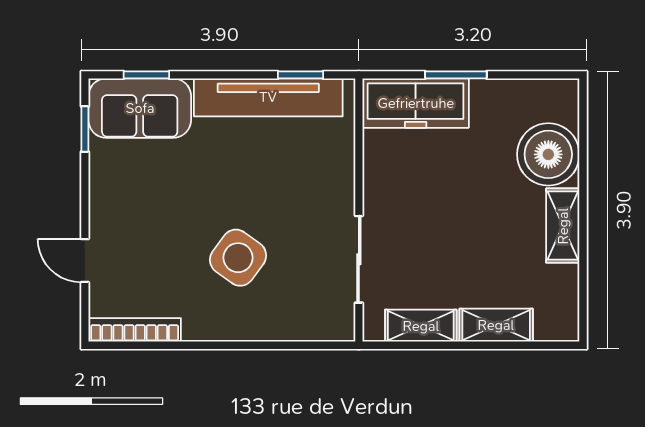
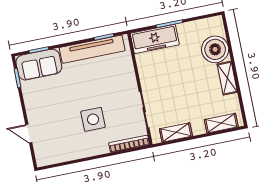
side table: (238, 258) -> (93, 119), turned -36
shelving: (496, 325) -> (221, 123), moved
bookcase: (135, 330) -> (129, 144), moved

